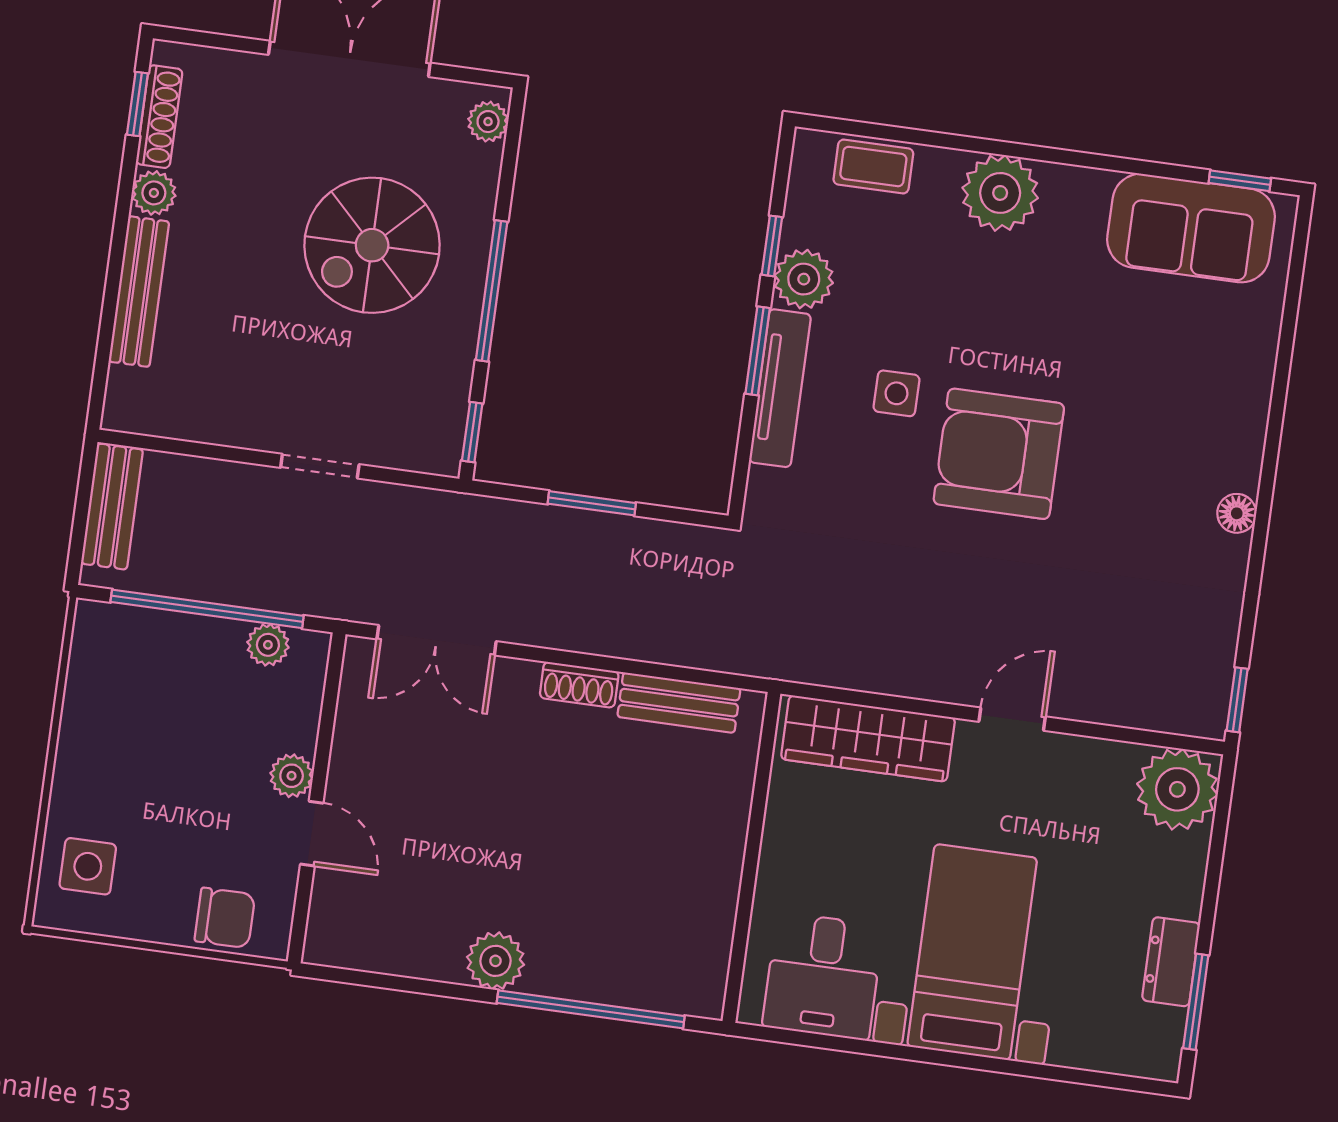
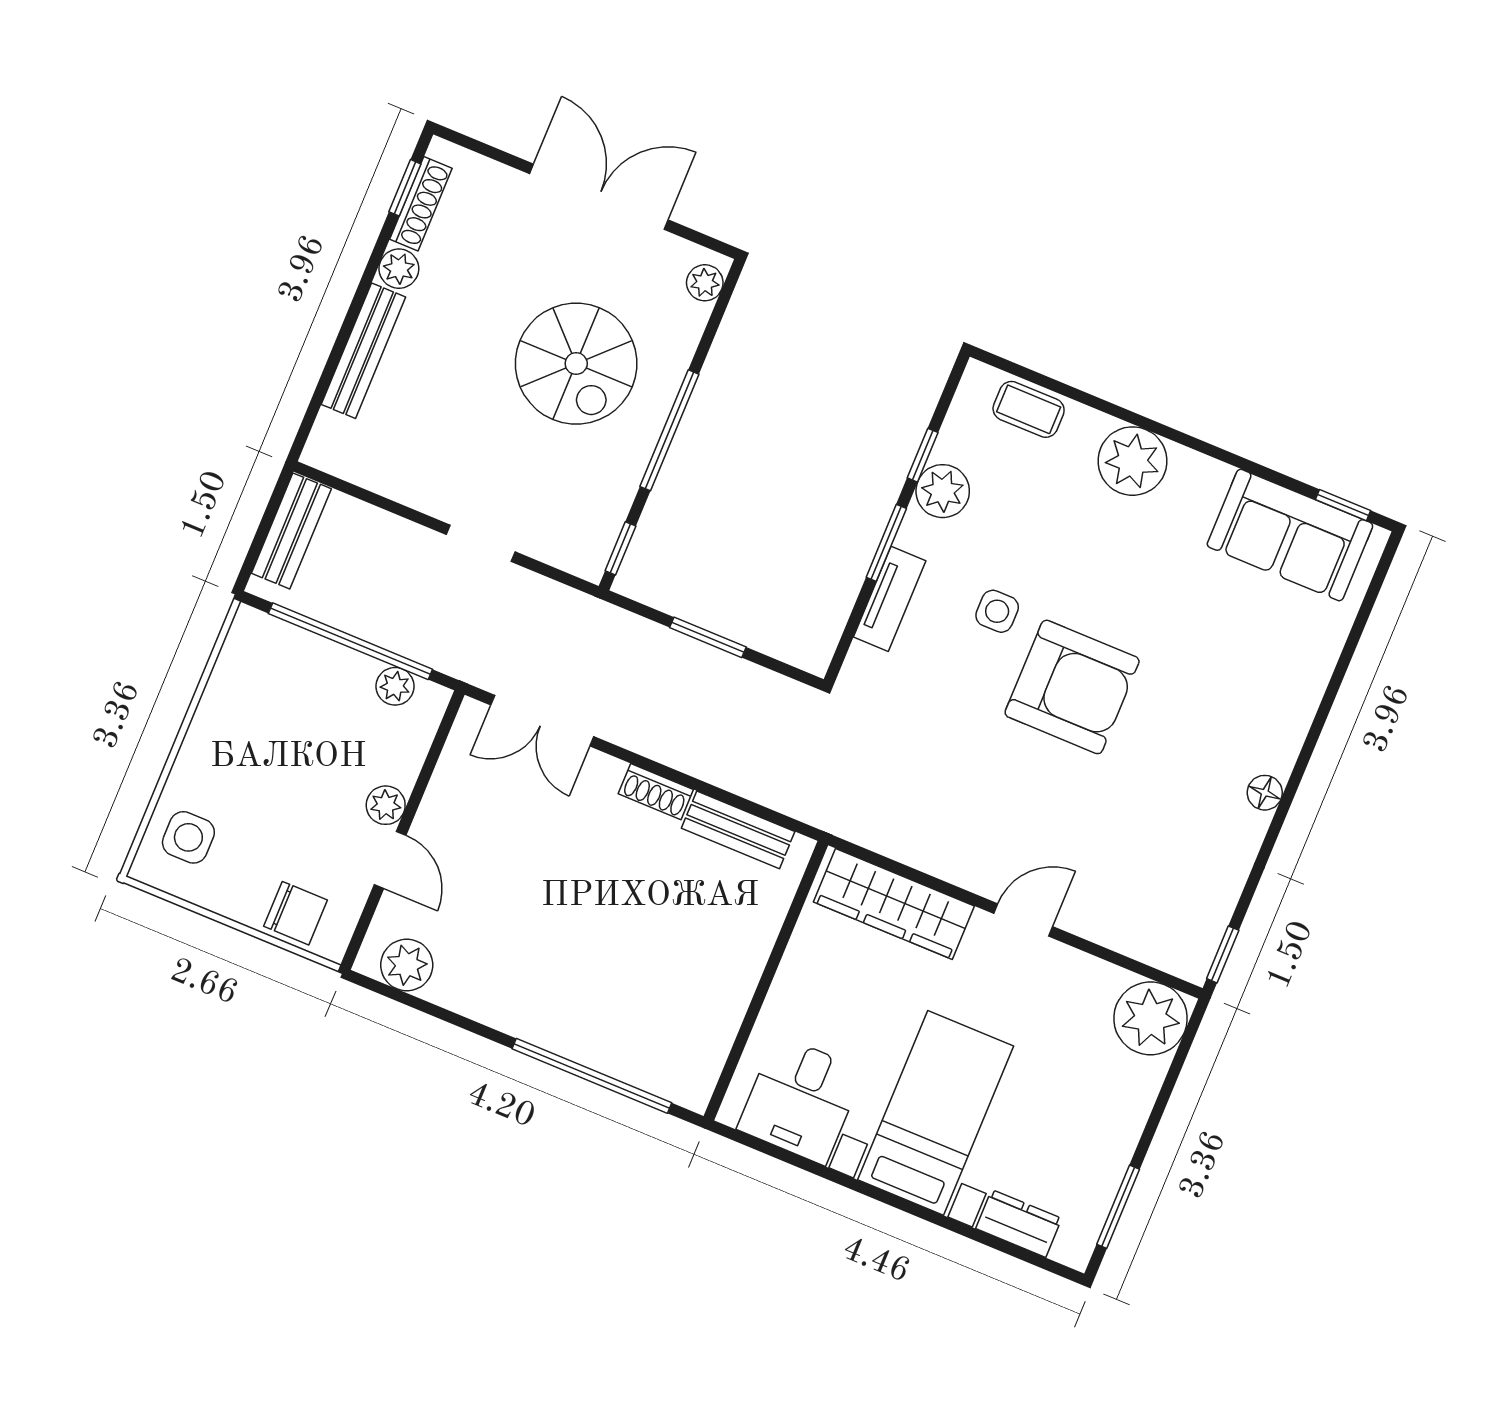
spiral stairs: (372, 245) -> (576, 364), turned -90
tv unit: (780, 388) -> (890, 599), width x0.71
armchair: (999, 454) -> (1072, 687), turned 180
plant: (495, 961) -> (407, 965), moved
dresser: (1171, 962) -> (1019, 1223), moved, turned 90

